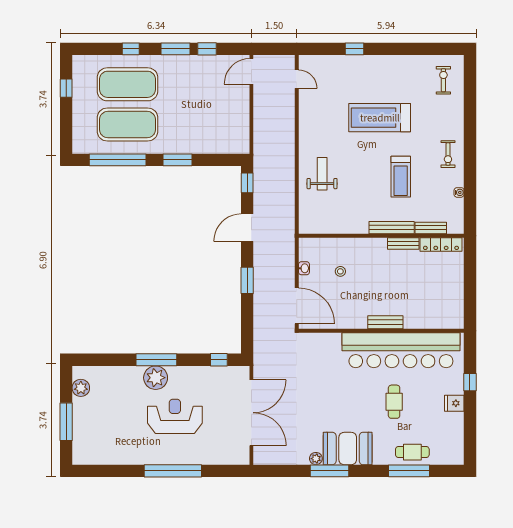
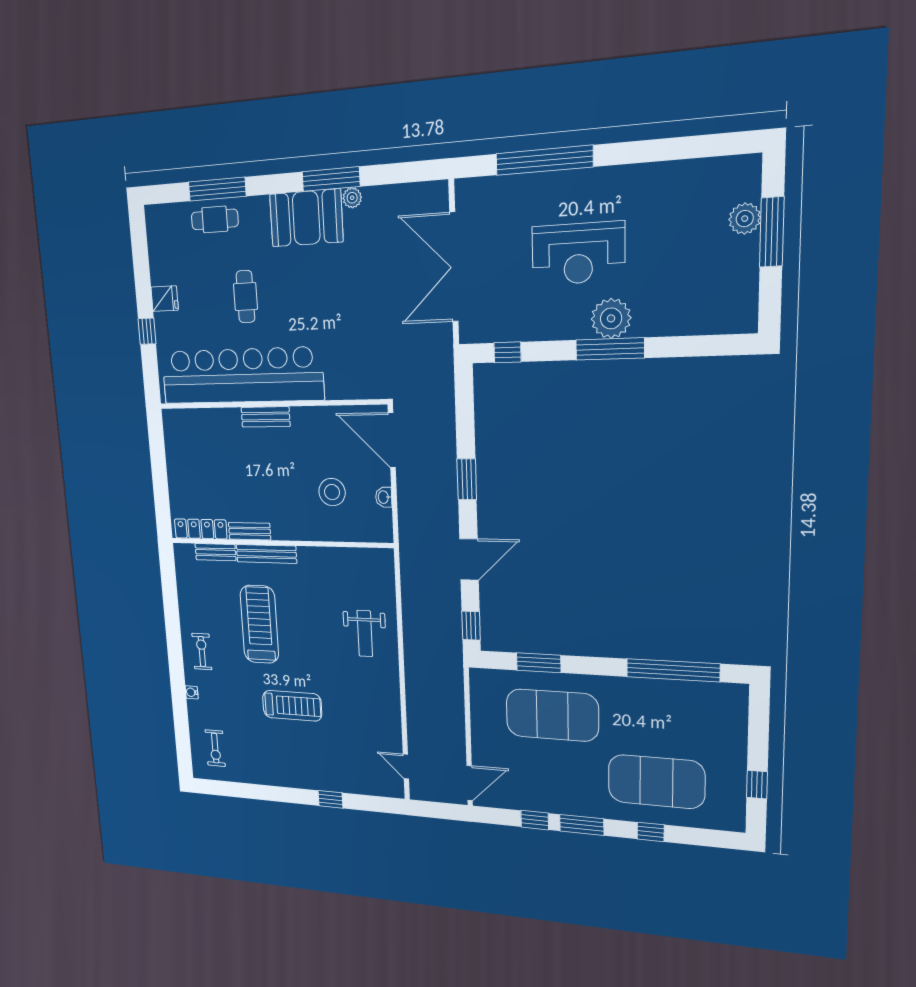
treadmill: (380, 118) -> (292, 706), width x0.73, depth x0.73
exercise mat: (127, 125) -> (552, 715), moved
window: (178, 160) -> (539, 663), moved
treadmill: (401, 177) -> (259, 624), width x1.37, depth x1.38
water cooler: (459, 192) -> (192, 692), moved
stool: (340, 271) -> (332, 492), width x1.89, depth x1.89
plant: (81, 388) -> (745, 219), moved
window: (173, 471) -> (544, 160), moved

